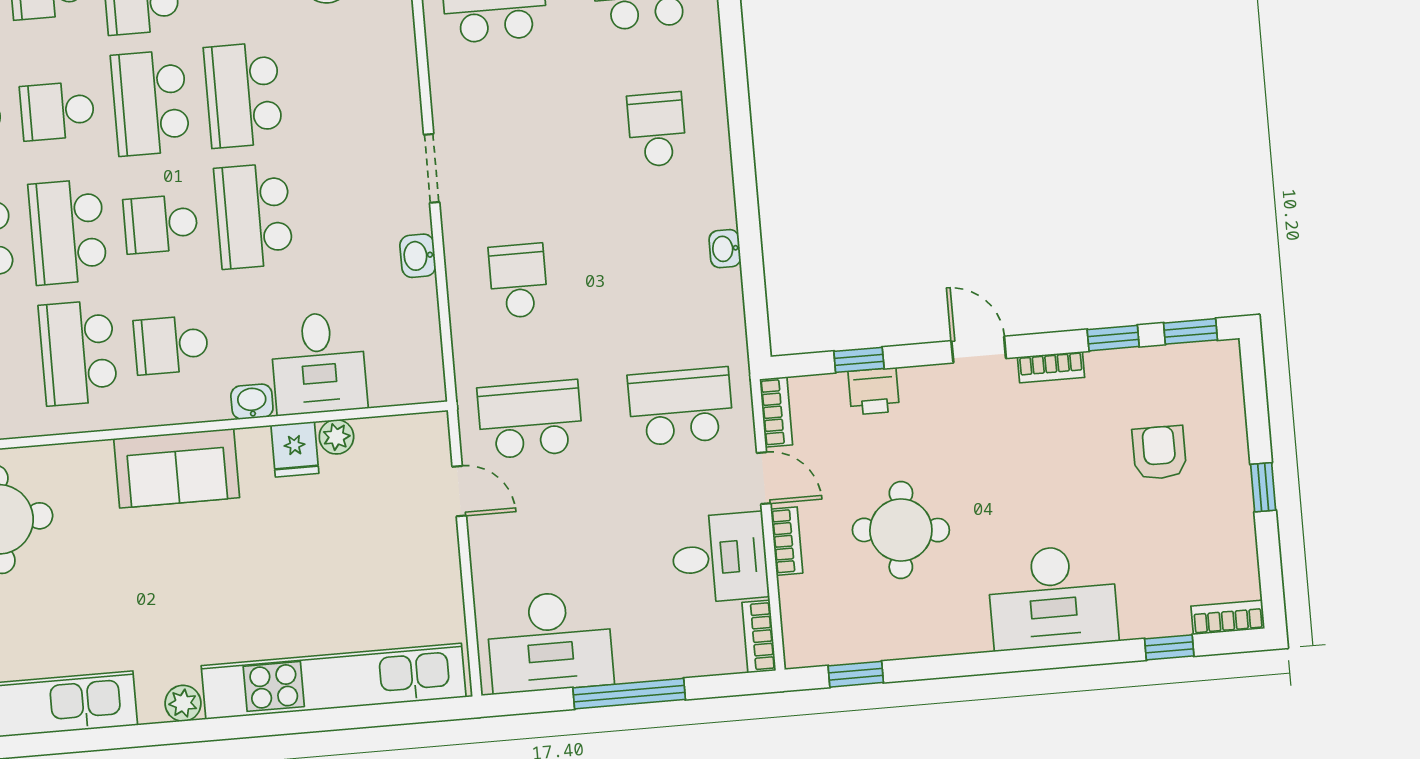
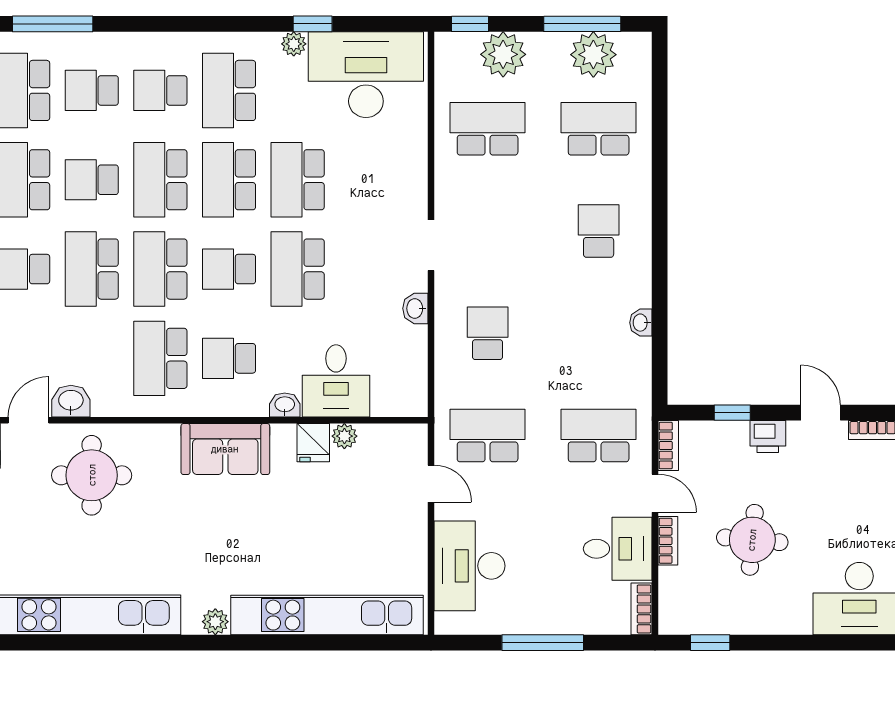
school desk: (57, 111) -> (160, 180), width x1.85
printer: (874, 391) -> (768, 436), moved
desk: (550, 642) -> (470, 566), moved, turned 90

